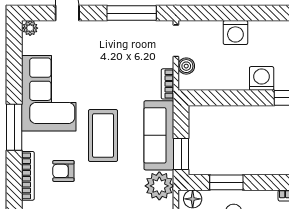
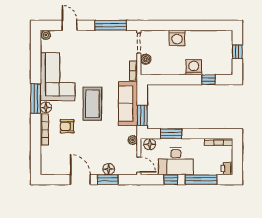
floor lamp: (30, 141) -> (46, 107), added
plant: (159, 186) -> (133, 140), width x0.53, depth x0.53

